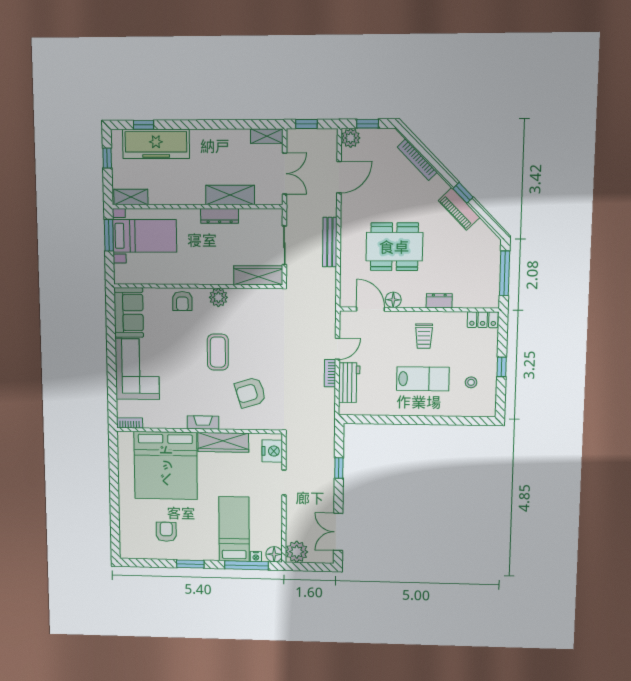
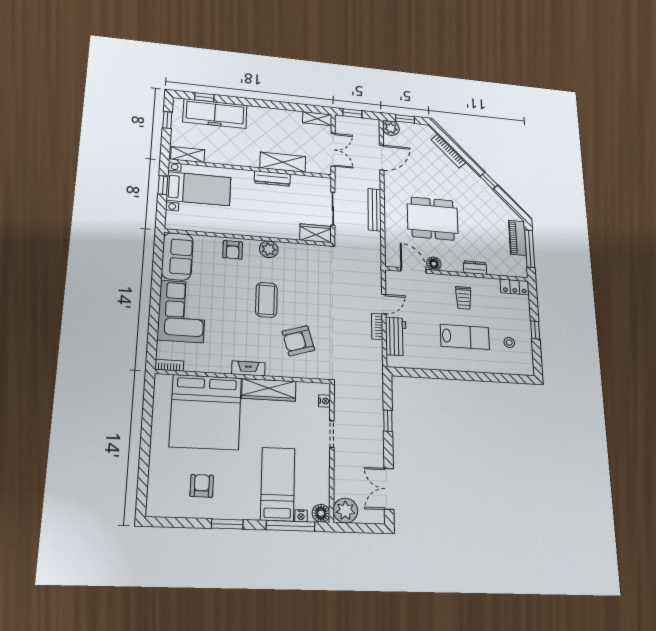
piano: (459, 209) -> (517, 238), moved, turned 44
window: (109, 235) -> (163, 185), width x0.67
wardrobe: (258, 275) -> (316, 233), width x0.67
nightstand: (272, 451) -> (325, 401), width x0.53, depth x0.56

